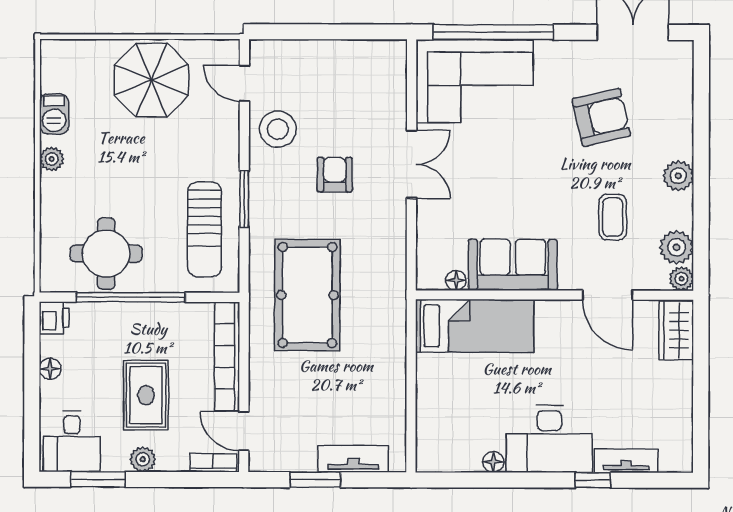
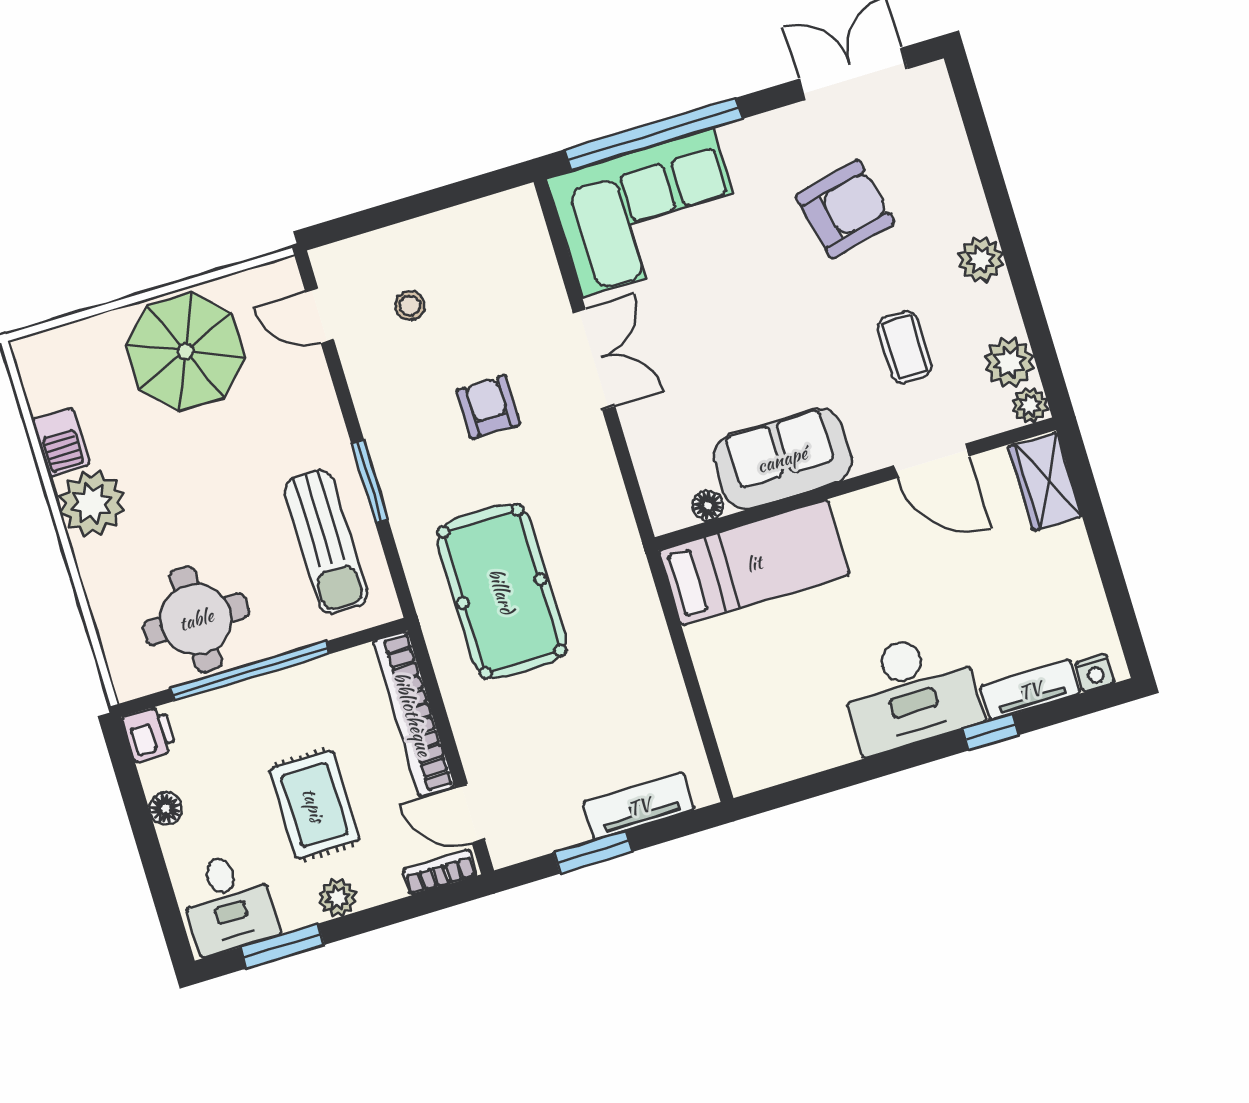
stool: (278, 129) -> (410, 305), moved, width x0.53, depth x0.53
plant: (52, 159) -> (92, 503), width x1.87, depth x1.87
floor lamp: (493, 462) -> (840, 749), removed
nightstand: (671, 463) -> (1095, 673), added

